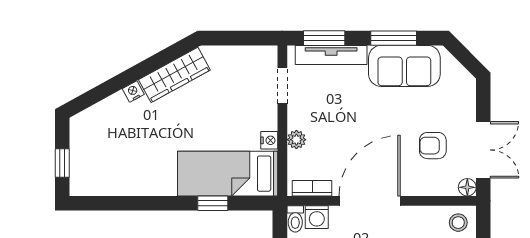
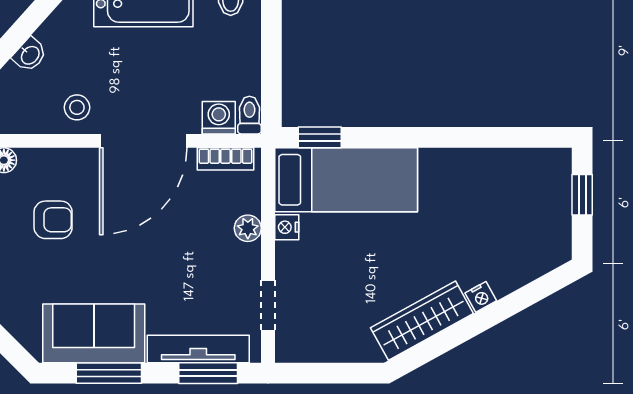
window: (213, 203) -> (320, 137), moved
stool: (458, 223) -> (77, 107), moved

